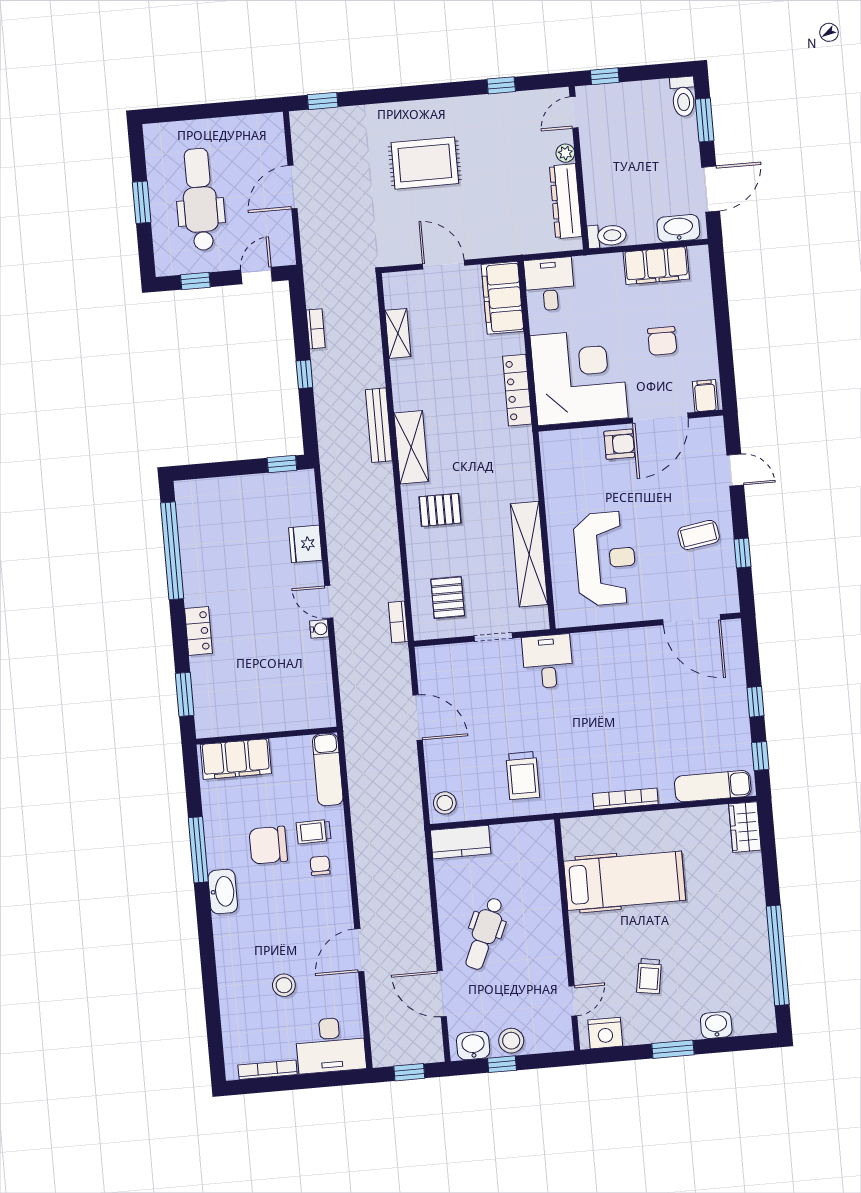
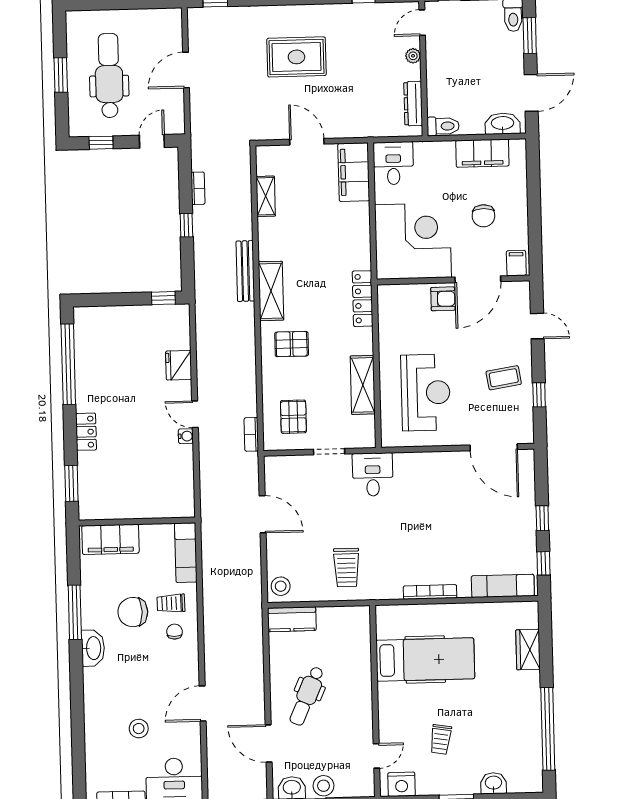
dresser: (566, 201) -> (413, 104), width x0.73, depth x0.80
locker: (517, 390) -> (363, 299), moved
shelving: (529, 554) -> (363, 385), width x0.68
wardrobe: (745, 827) -> (528, 650), moved

